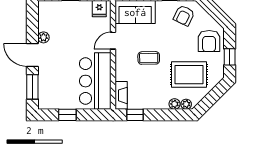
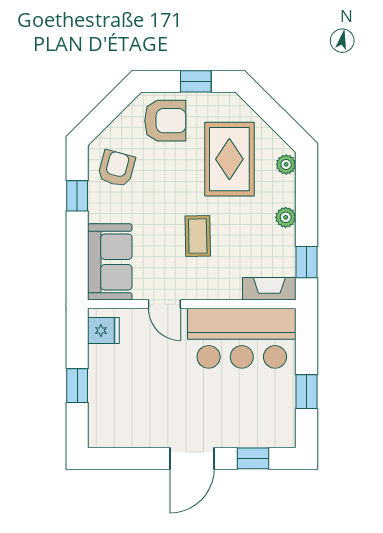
armchair: (184, 15) -> (116, 169), turned -101
plant: (43, 37) -> (158, 437), removed
window: (32, 87) -> (253, 458), width x0.67
plant: (174, 104) -> (286, 217), moved

